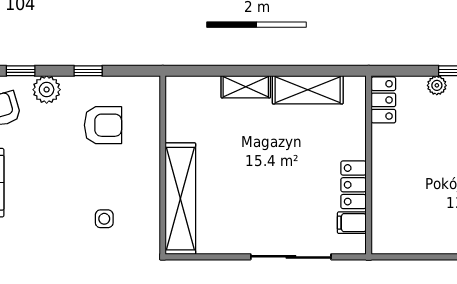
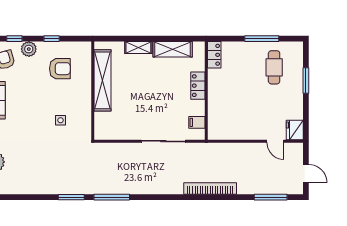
plant: (437, 85) -> (244, 47), removed
locker: (353, 185) -> (198, 86), moved
shelving: (180, 199) -> (102, 80), moved

